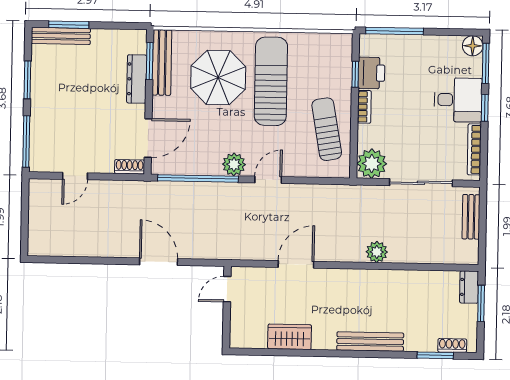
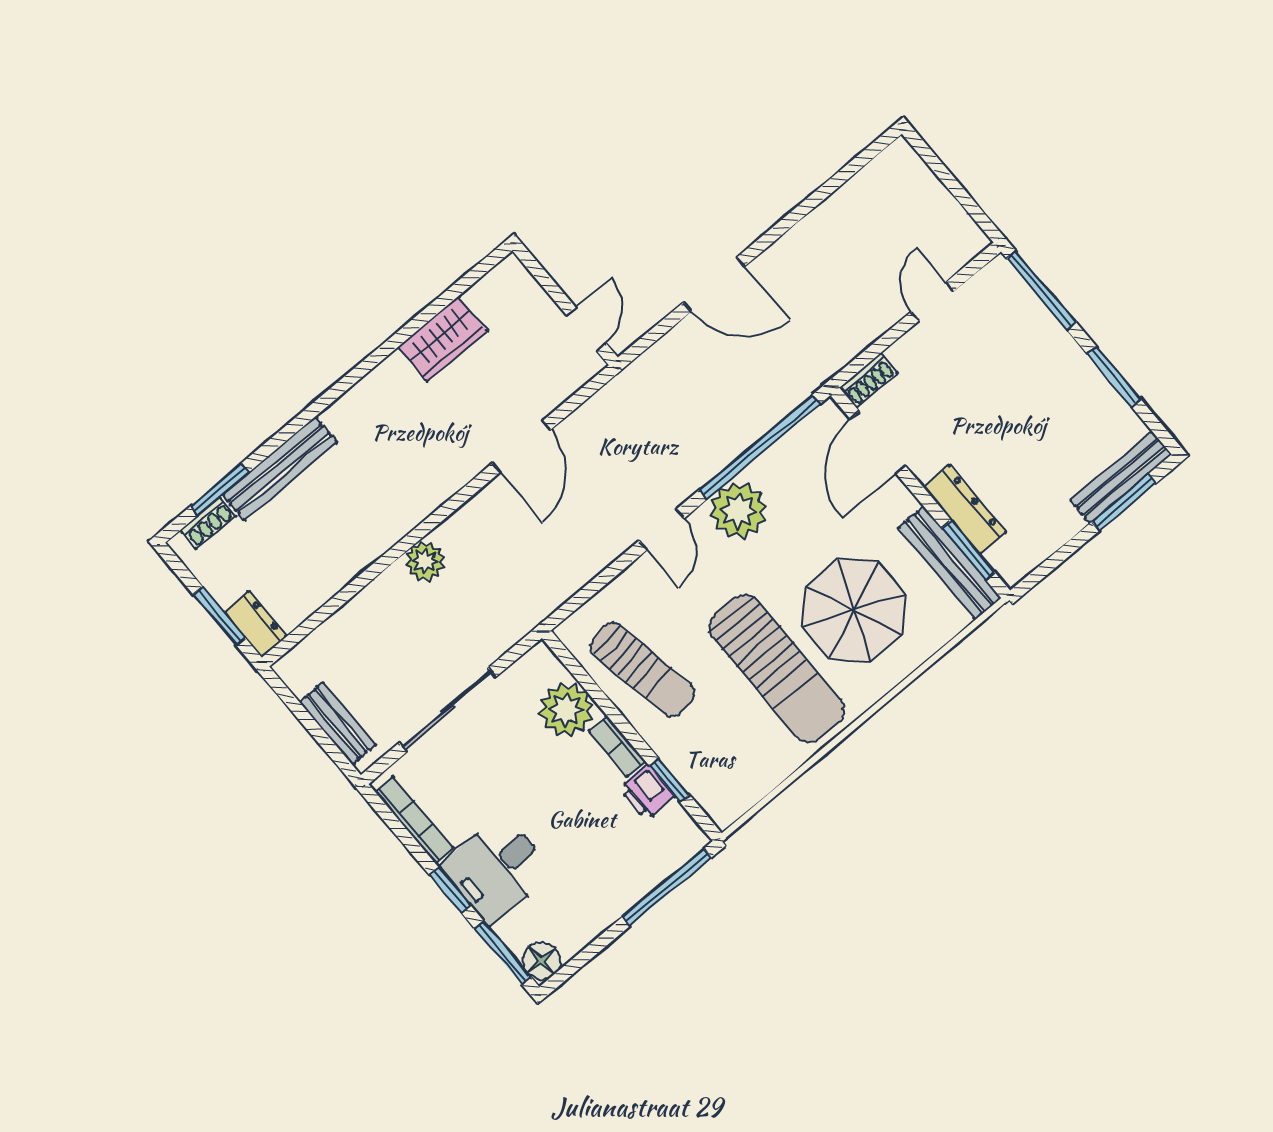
printer: (371, 73) -> (647, 792), width x0.73, depth x0.81
plant: (234, 164) -> (738, 510), width x1.36, depth x1.36
plant: (372, 164) -> (566, 710), moved
bench: (370, 342) -> (280, 468), moved

